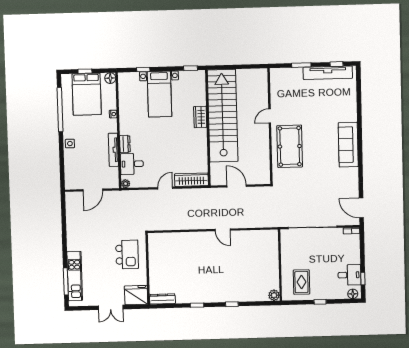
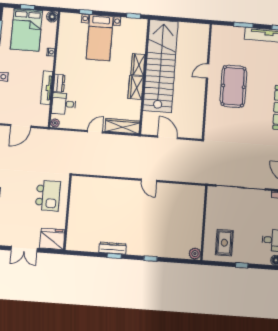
wardrobe: (200, 140) -> (136, 88), added
pool table: (290, 146) -> (233, 86), moved
dresser: (163, 299) -> (113, 248), moved

